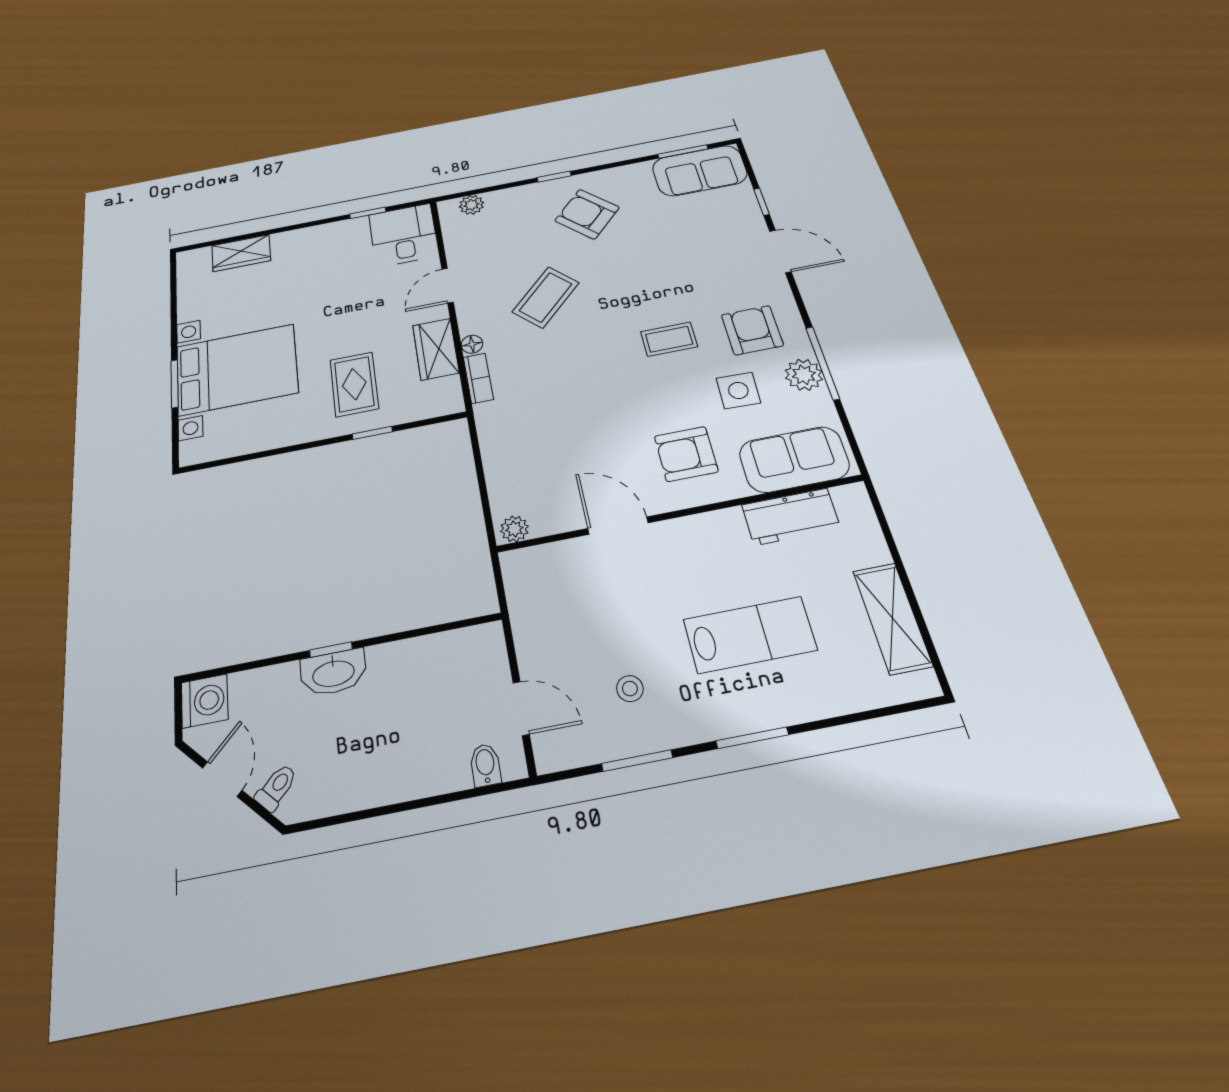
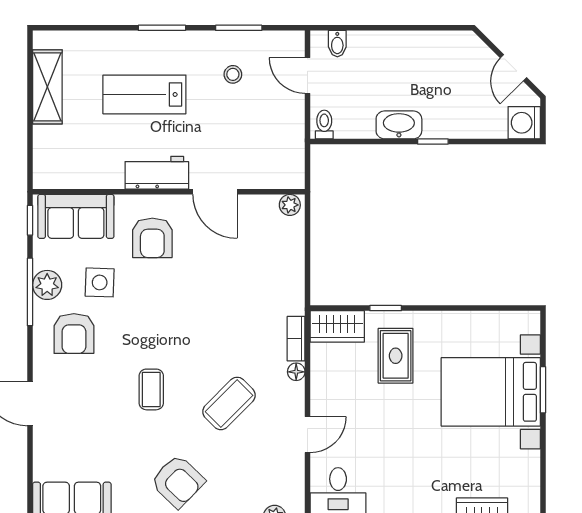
window: (762, 202) -> (30, 220), moved
coffee table: (669, 339) -> (151, 389), moved, turned 90
wardrobe: (436, 349) -> (337, 326), moved, turned 90
armchair: (686, 454) -> (152, 238), turned 90
workbench: (791, 517) -> (157, 173), moved
washbasin: (333, 673) -> (399, 125), moved
toilet: (276, 787) -> (324, 124), moved, turned 135

